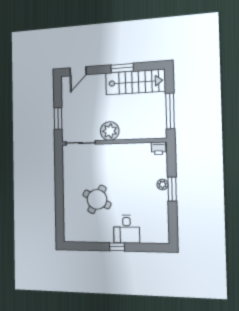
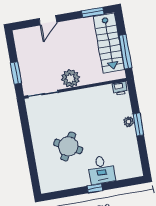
window: (122, 68) -> (93, 12), moved
door: (78, 71) -> (48, 20), moved
stairs: (135, 82) -> (109, 43), moved, turned 90

